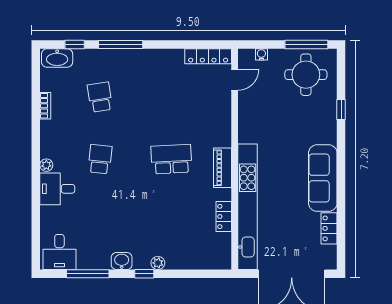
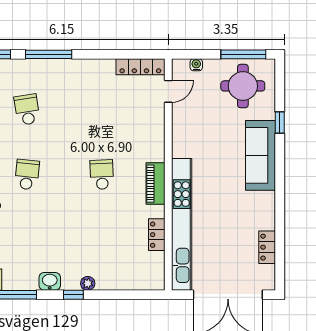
school desk: (171, 159) -> (102, 175), width x0.54
sofa: (323, 178) -> (261, 155), moved

